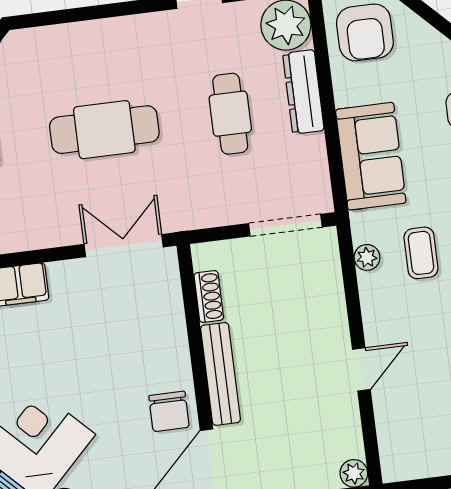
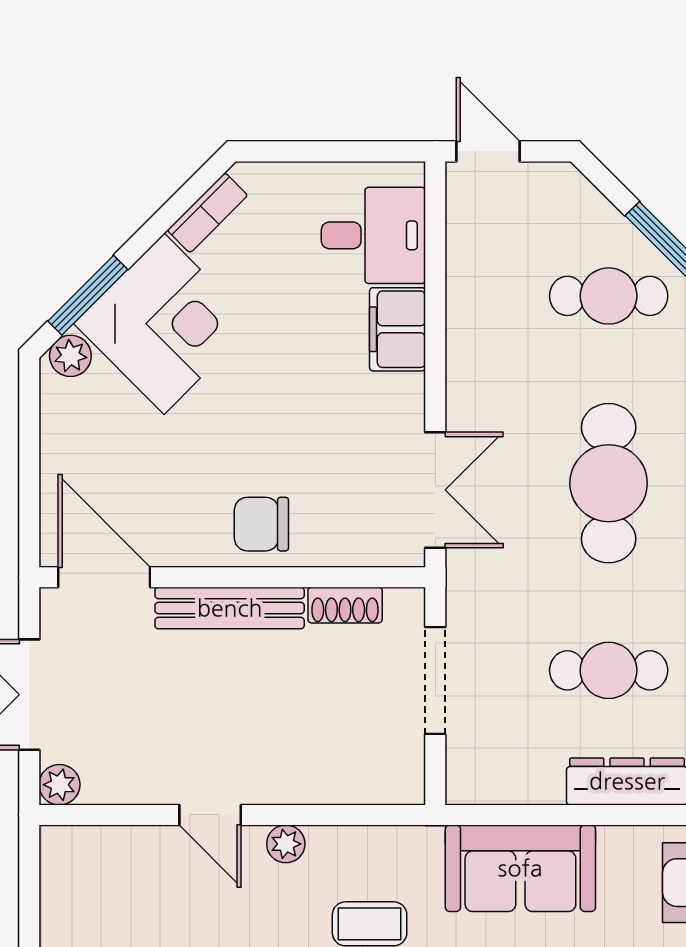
doorway: (285, 225) -> (435, 681), moved
plant: (367, 257) -> (286, 844), moved
chair: (169, 411) -> (261, 524), moved

